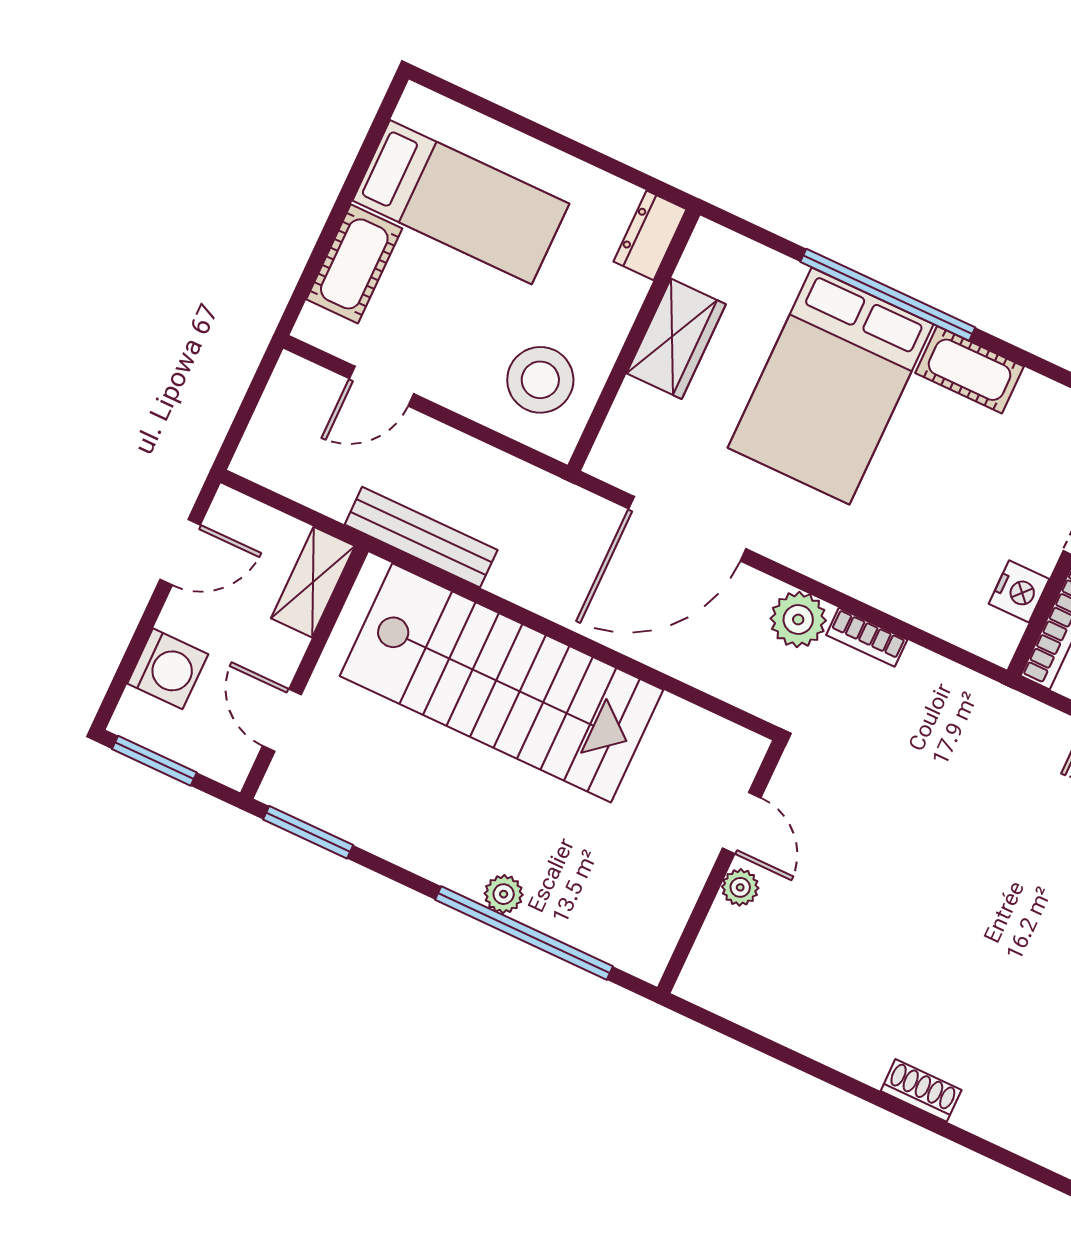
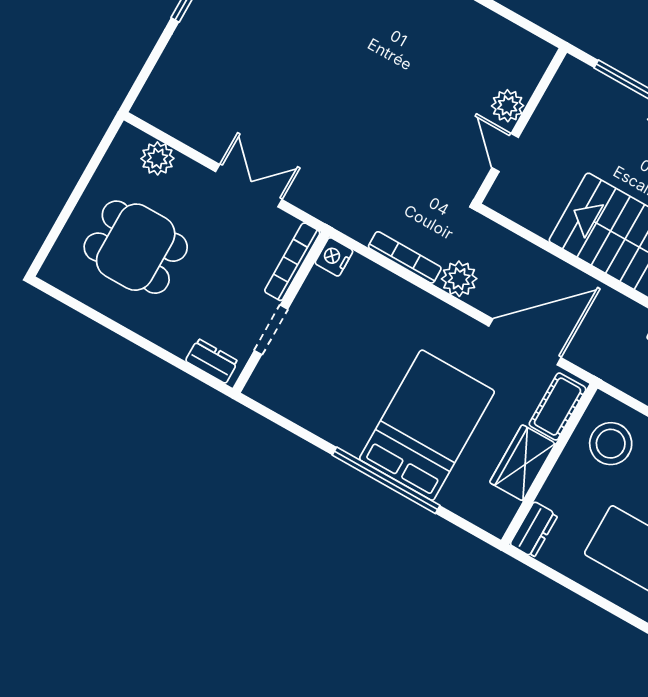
cot: (970, 370) -> (558, 407), moved, turned 90
nightstand: (1019, 591) -> (334, 257), moved
bookcase: (867, 637) -> (405, 257), width x1.56
plant: (740, 887) -> (508, 106), width x1.38, depth x1.38

